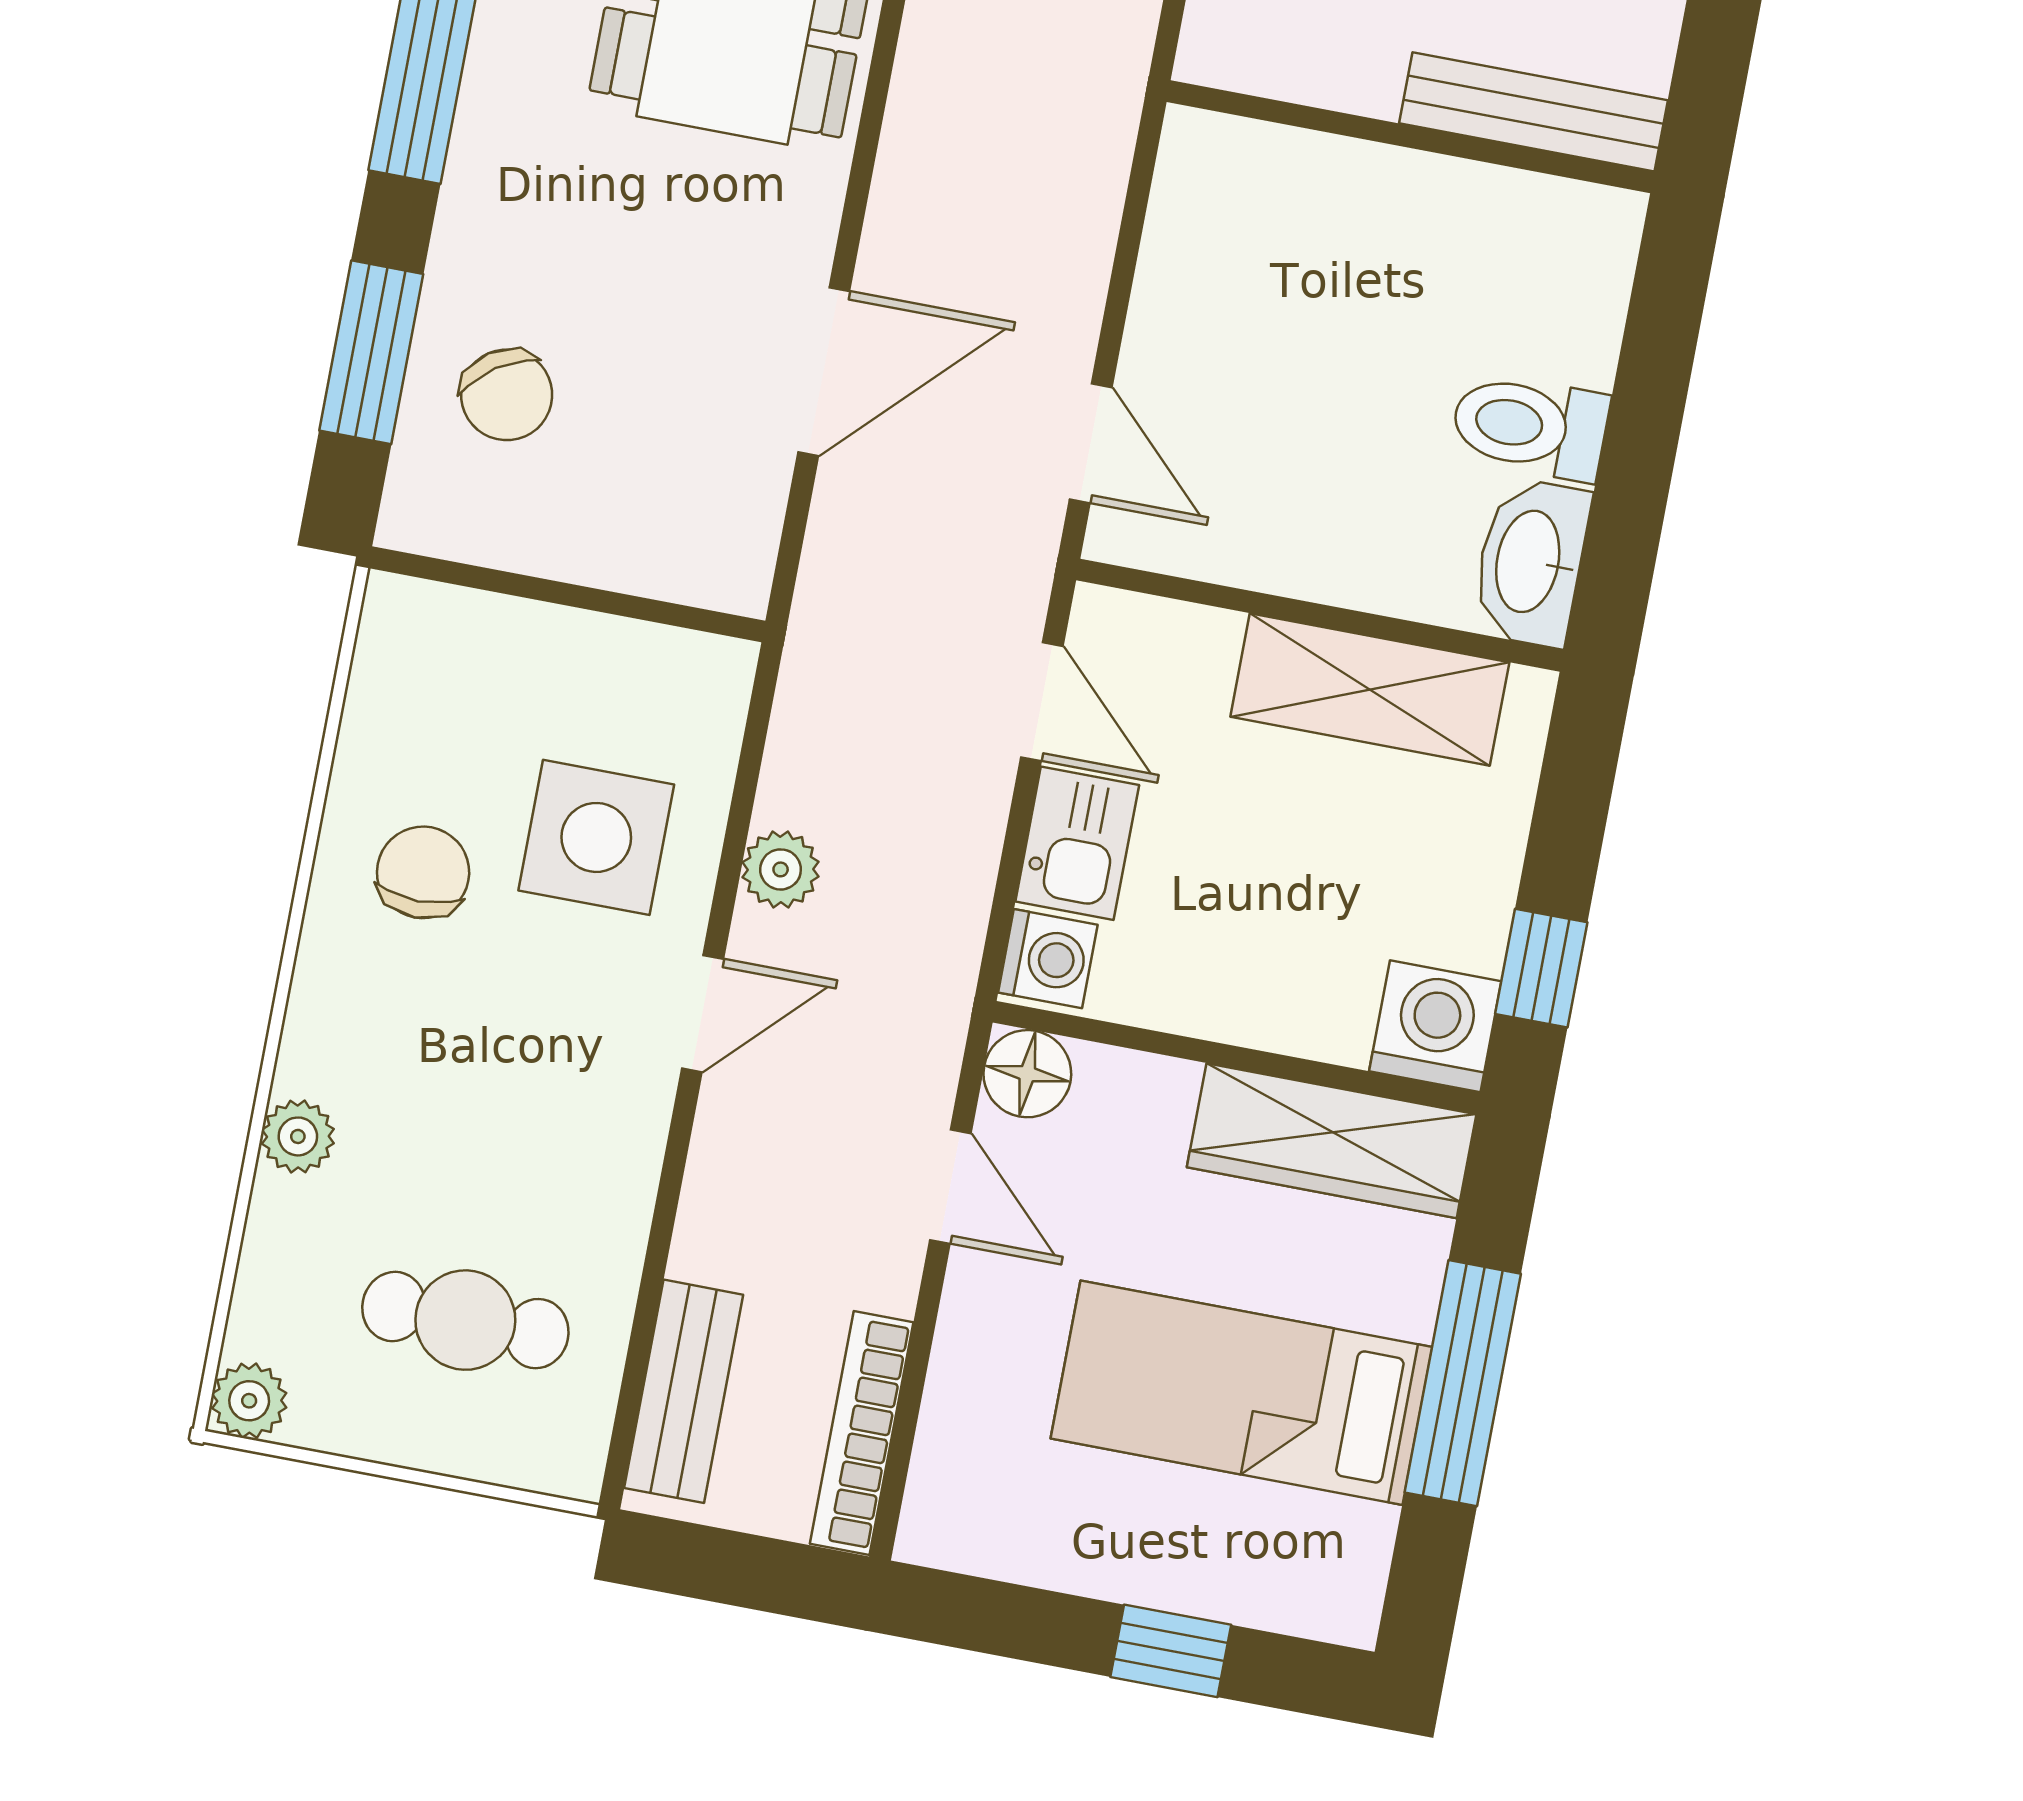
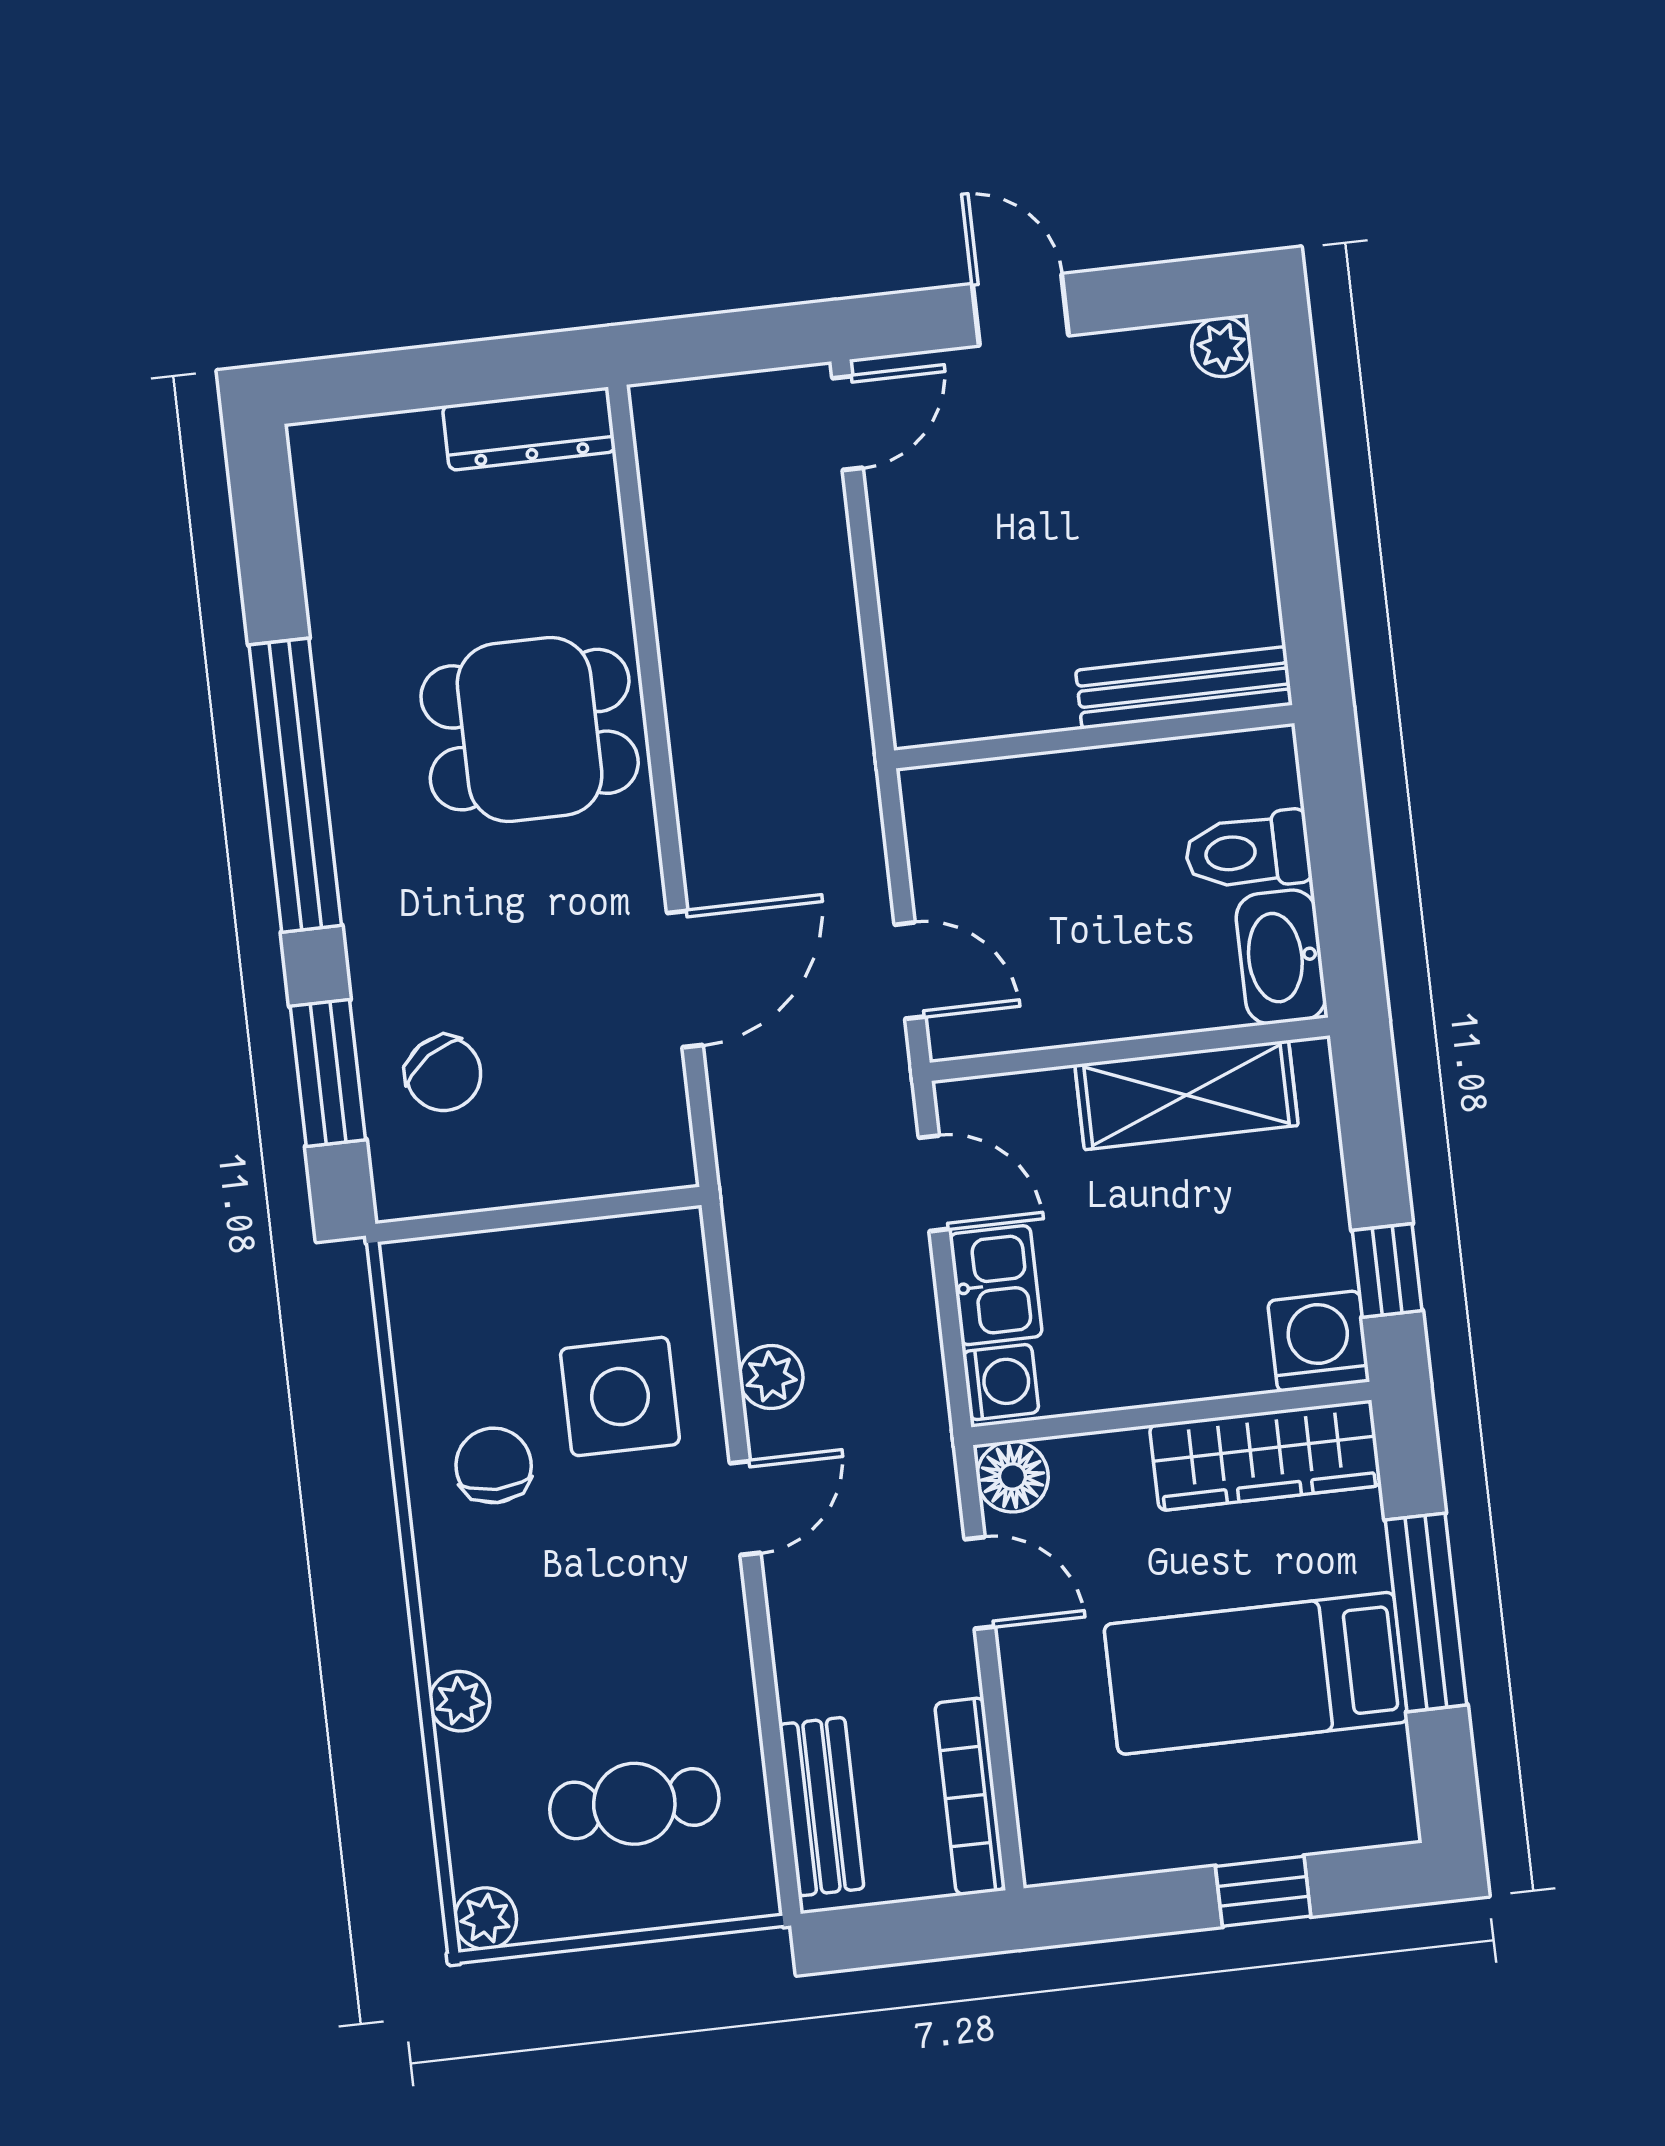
bench: (1534, 112) -> (1184, 688), moved
wall: (1410, 137) -> (1094, 737), moved

